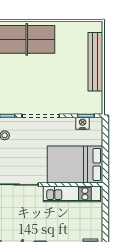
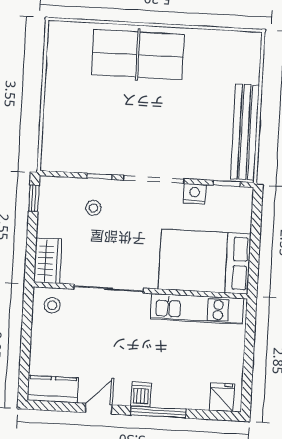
bench: (95, 62) -> (245, 132), moved
nightstand: (83, 123) -> (195, 194), moved

